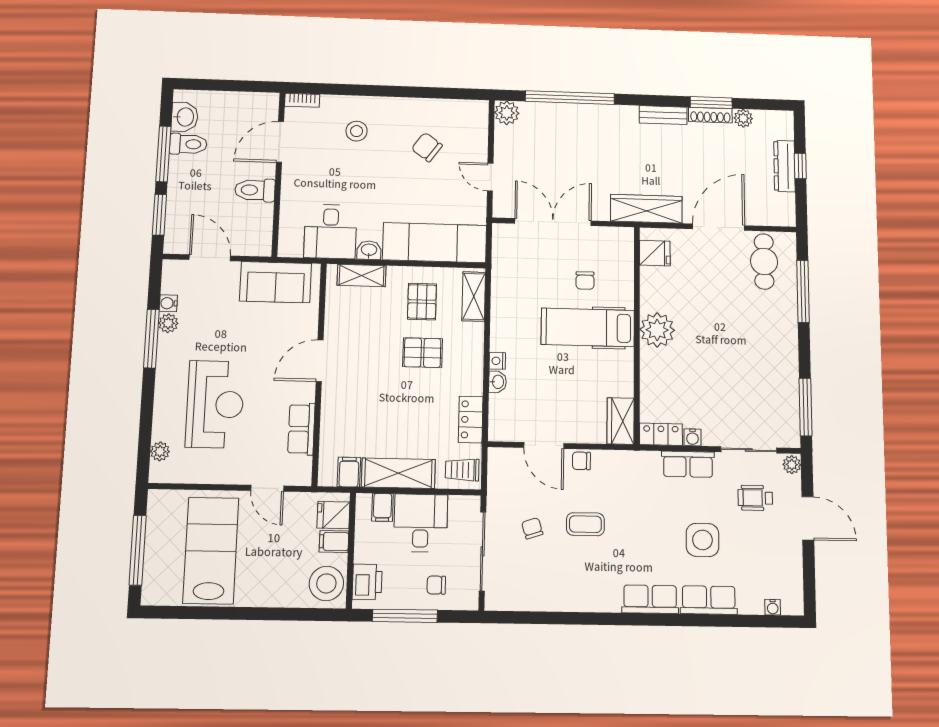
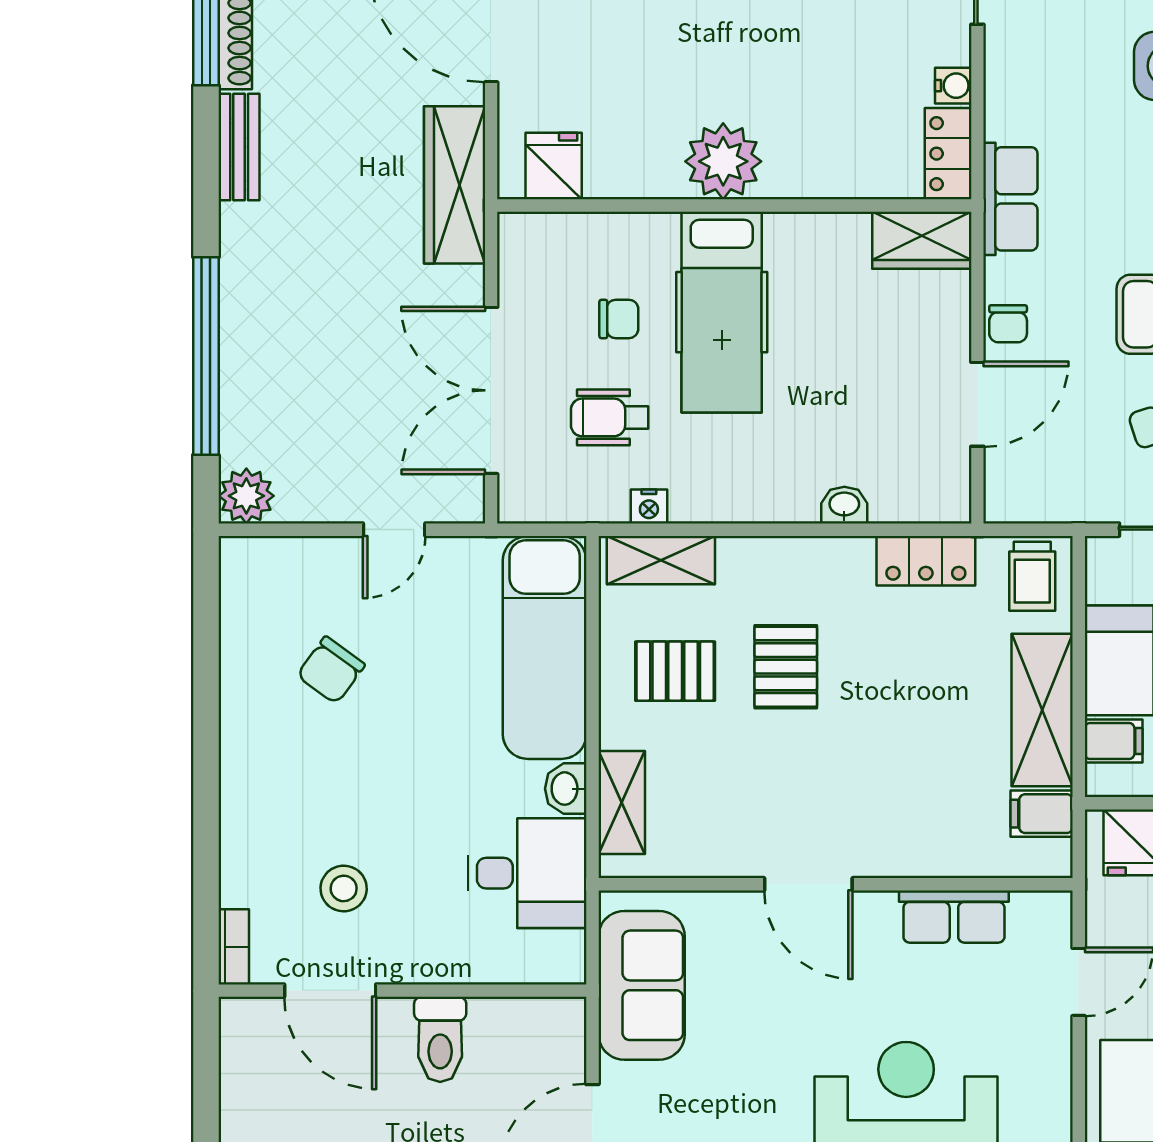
stool: (357, 131) -> (344, 888), moved
wheelchair: (540, 275) -> (610, 417), added
nightstand: (497, 361) -> (649, 507), moved
row of seats: (688, 464) -> (1010, 199), moved

